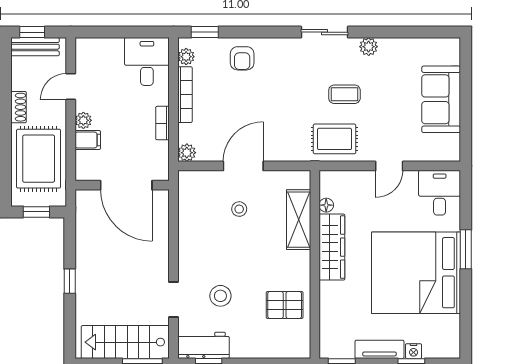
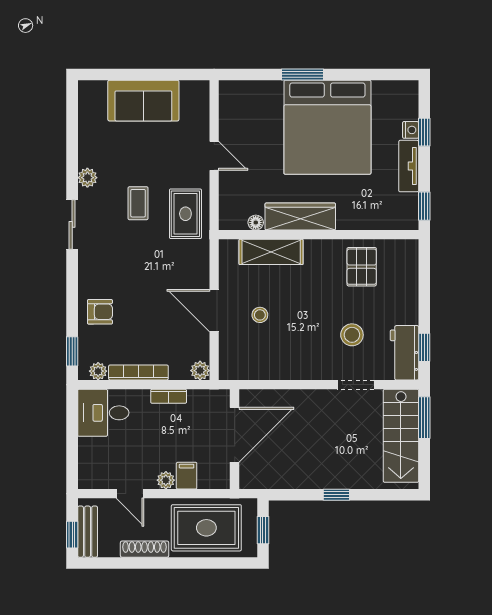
shoe rack: (18, 107) -> (145, 549), width x1.43
desk: (440, 193) -> (243, 102), removed

